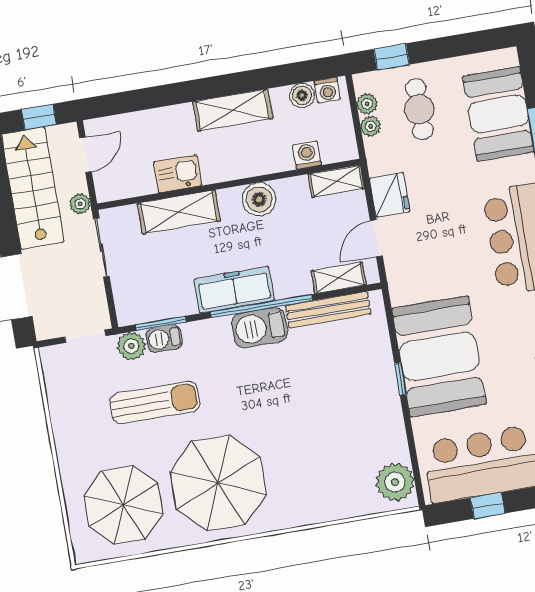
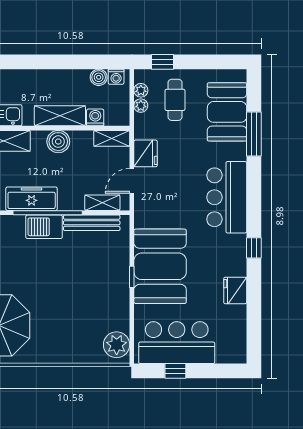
shelving: (232, 110) -> (60, 116), moved

